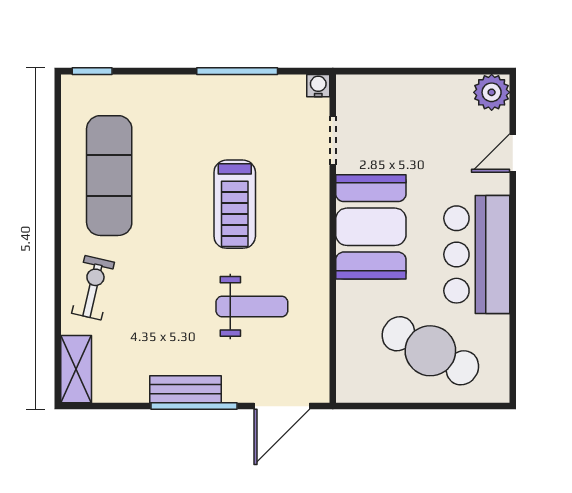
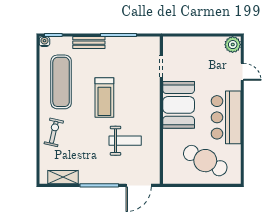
water cooler: (318, 86) -> (44, 42), moved
door: (513, 153) -> (242, 72), swing flipped
treadmill: (235, 204) -> (104, 97), moved
shelving: (76, 369) -> (63, 177), moved, turned 90
bench: (186, 389) -> (89, 43), moved

